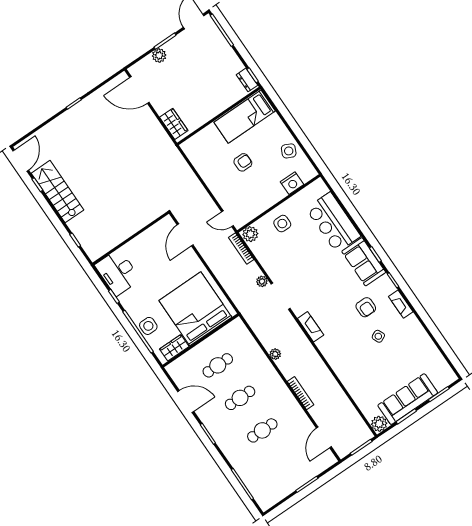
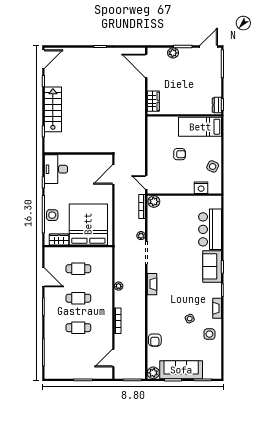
stairs: (57, 192) -> (53, 109), moved
side table: (282, 224) -> (209, 334), moved
armchair: (366, 307) -> (155, 340), moved

